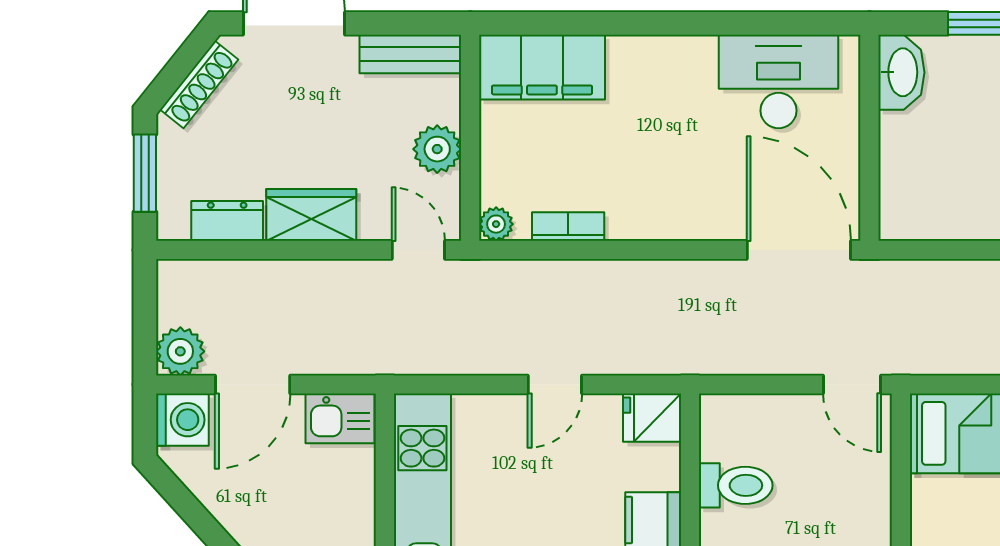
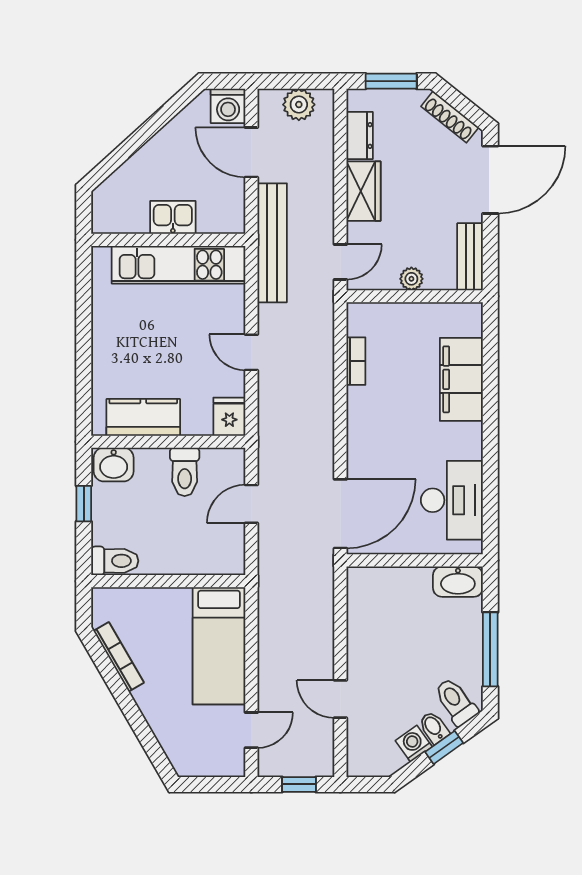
filing cabinet: (542, 67) -> (461, 379), moved
plant: (437, 149) -> (411, 279), width x0.73, depth x0.73
plant: (496, 224) -> (358, 313), removed
plant: (180, 351) -> (299, 105), moved
bench: (389, 353) -> (272, 243), added
door: (852, 384) -> (251, 504), moved
kitchen sink: (340, 418) -> (173, 217), moved, turned 90

